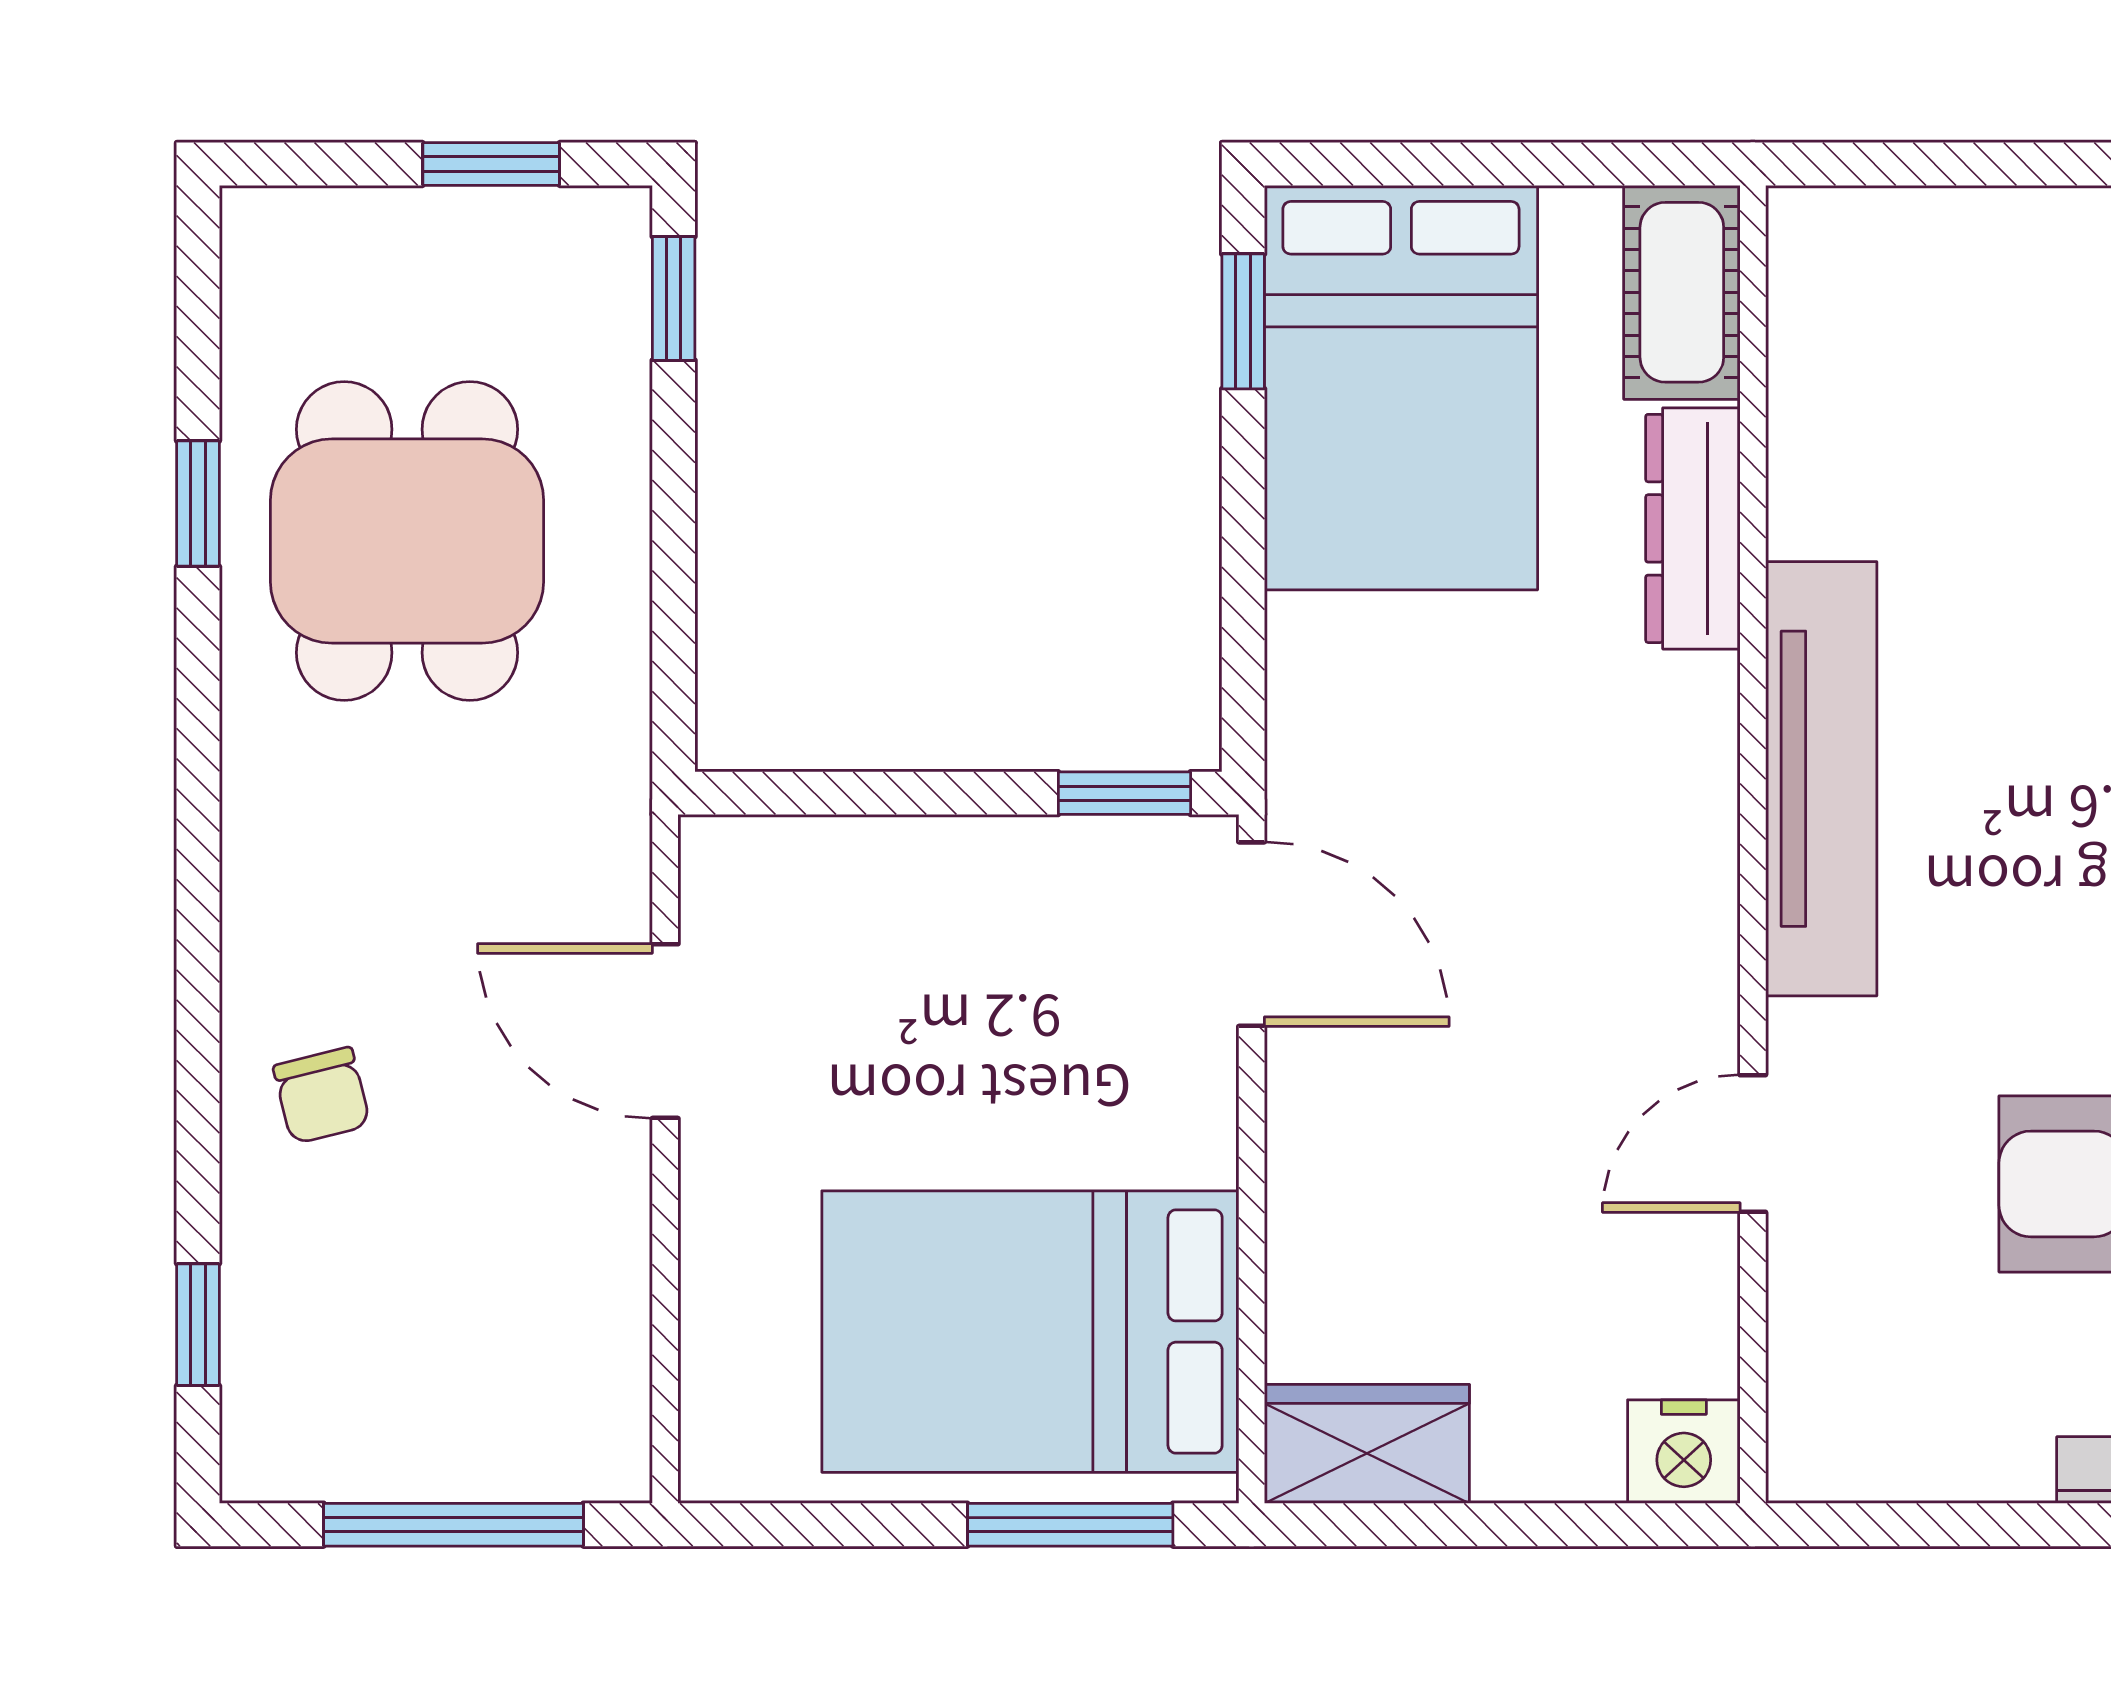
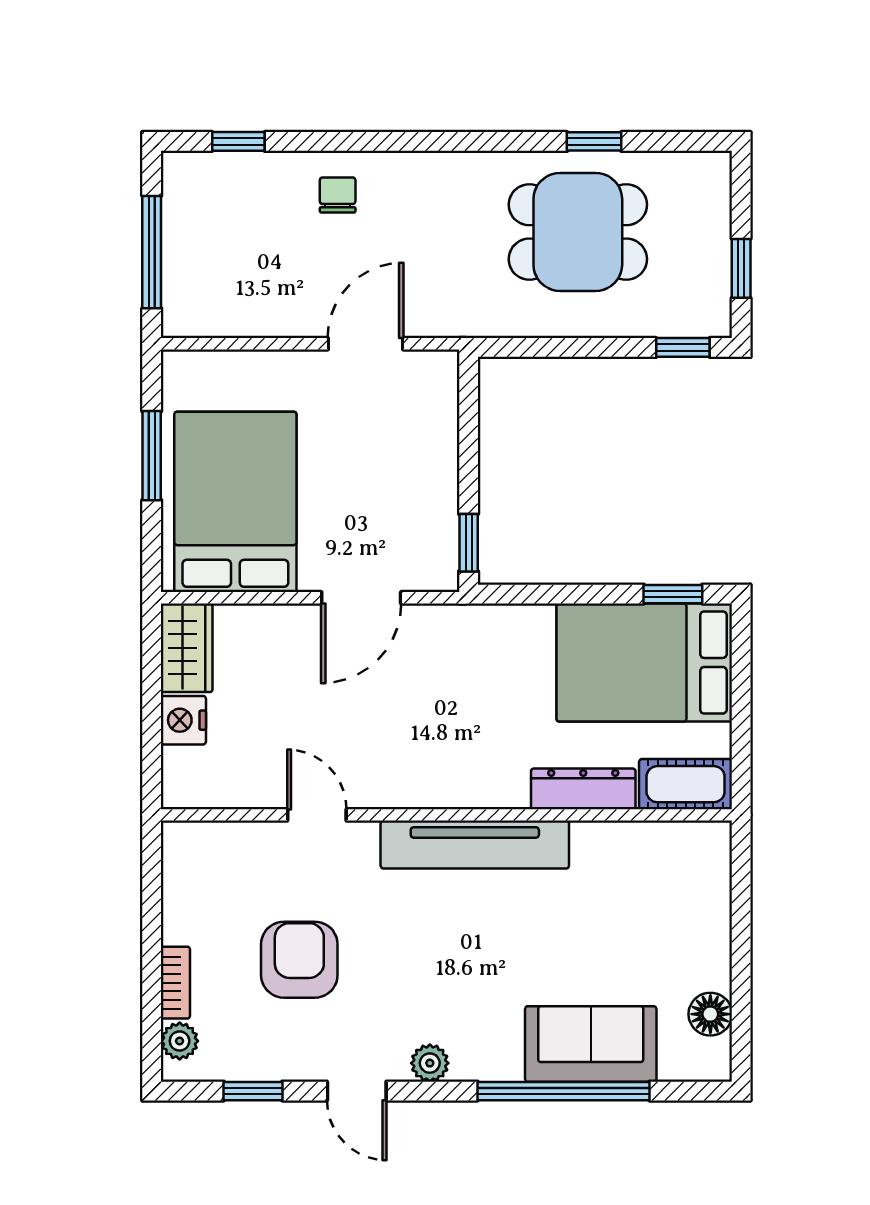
door: (1252, 934) -> (361, 598), moved
chair: (322, 1096) -> (338, 195), turned 104
nightstand: (1684, 1452) -> (183, 720), moved
window: (1070, 1525) -> (152, 456), moved

